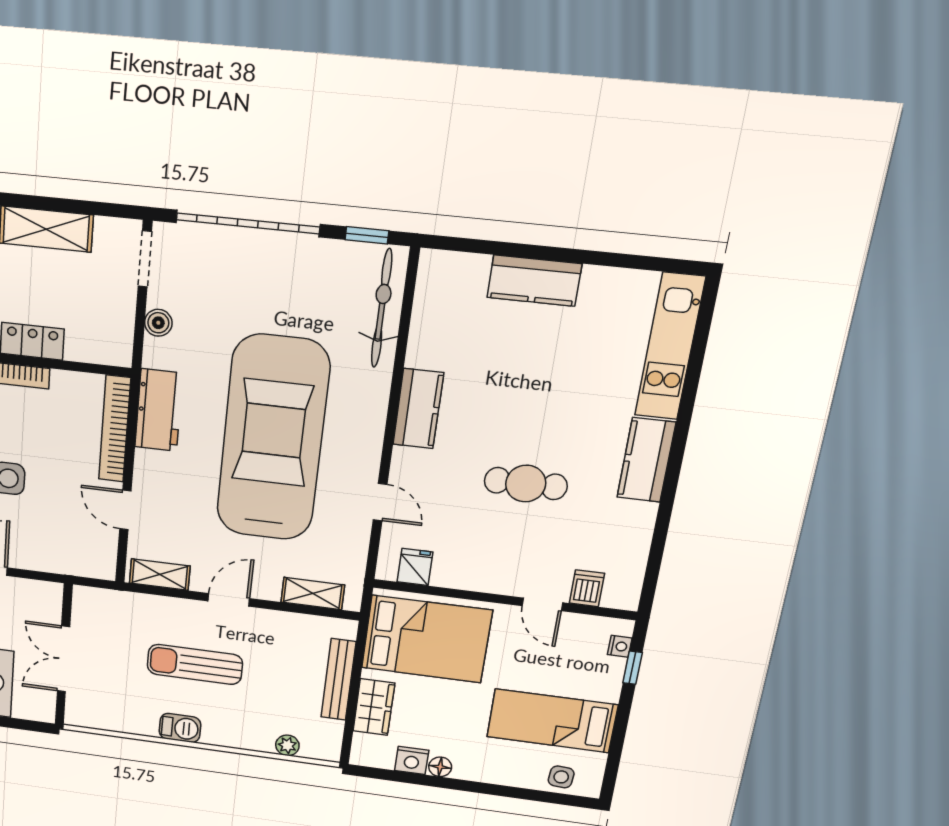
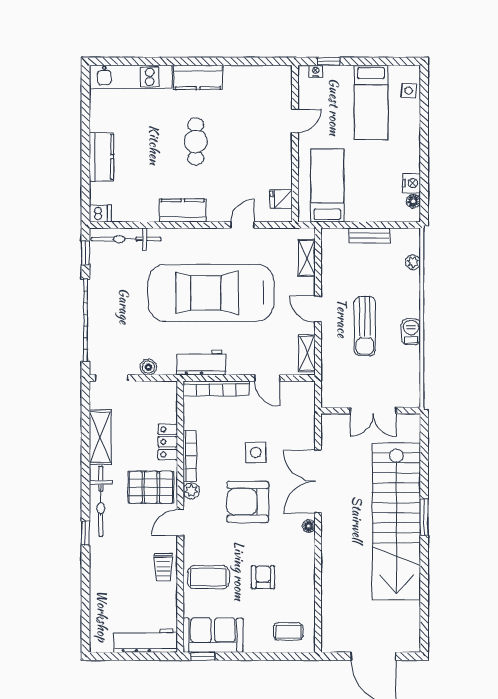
cafe table: (526, 484) -> (196, 141), moved
door: (125, 510) -> (267, 378), hinge flipped
dishwasher: (587, 588) -> (100, 214), moved, turned 180
bed: (426, 639) -> (327, 186), width x0.67
bench: (338, 679) -> (369, 235), width x0.73
wardrobe: (374, 707) -> (378, 211), removed
floor lamp: (440, 767) -> (413, 201), moved

